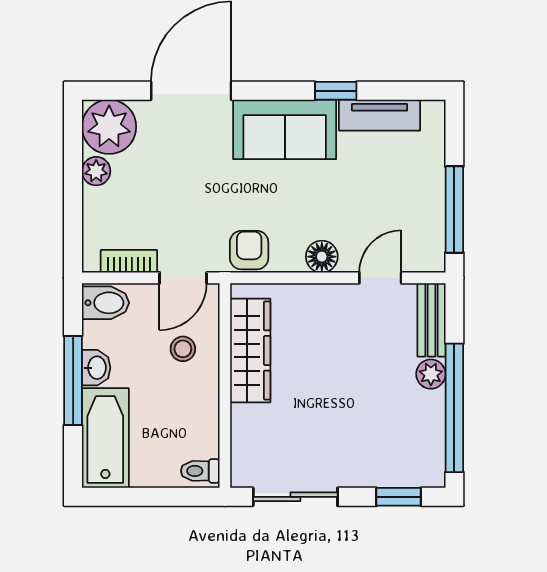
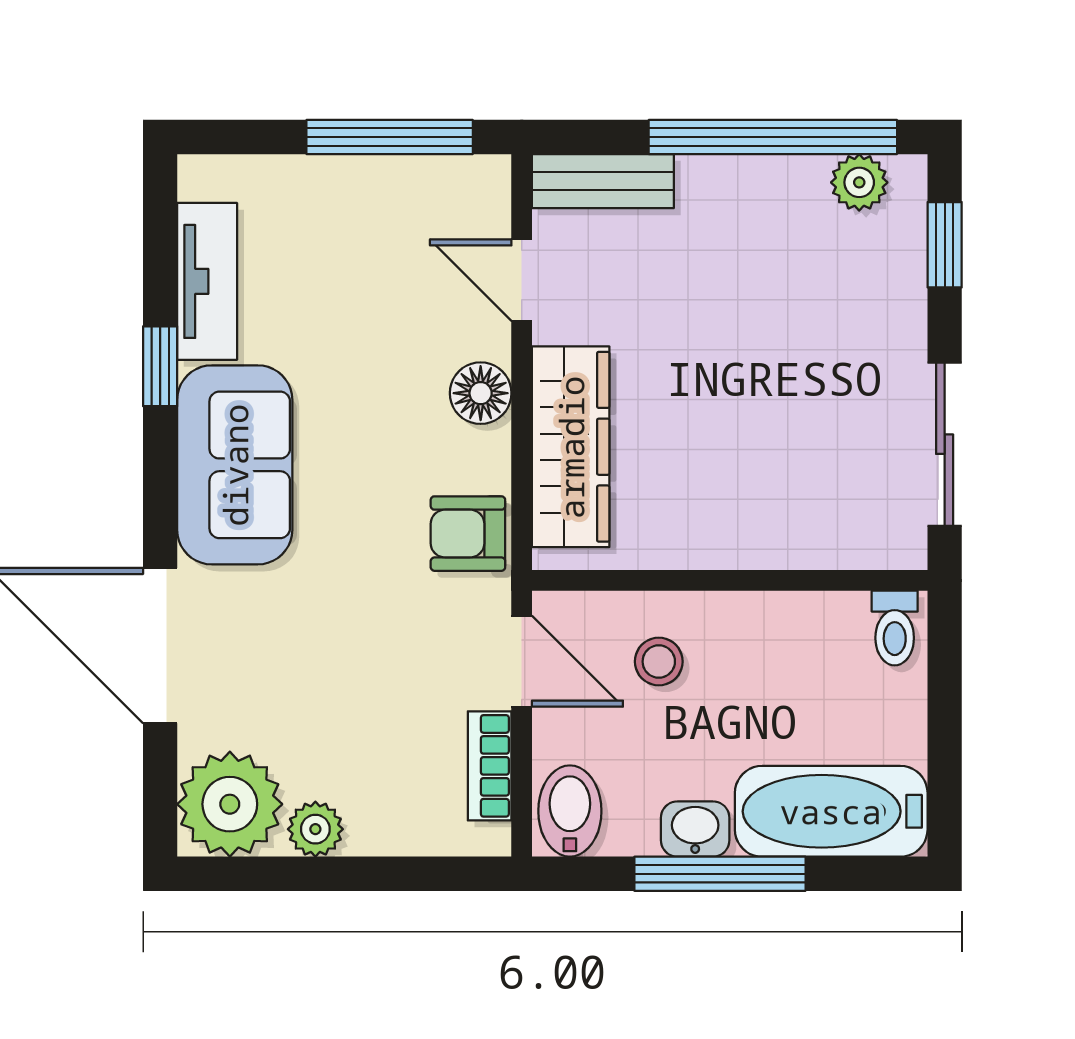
wardrobe: (250, 350) -> (571, 447), moved, turned 90
plant: (431, 374) -> (859, 182), moved

